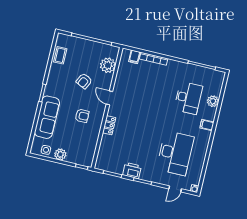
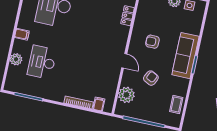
sofa: (47, 117) -> (185, 56), moved
locker: (109, 125) -> (128, 16), moved

